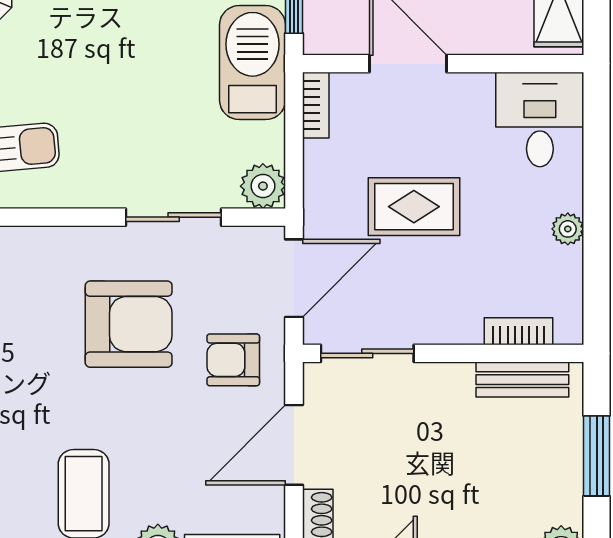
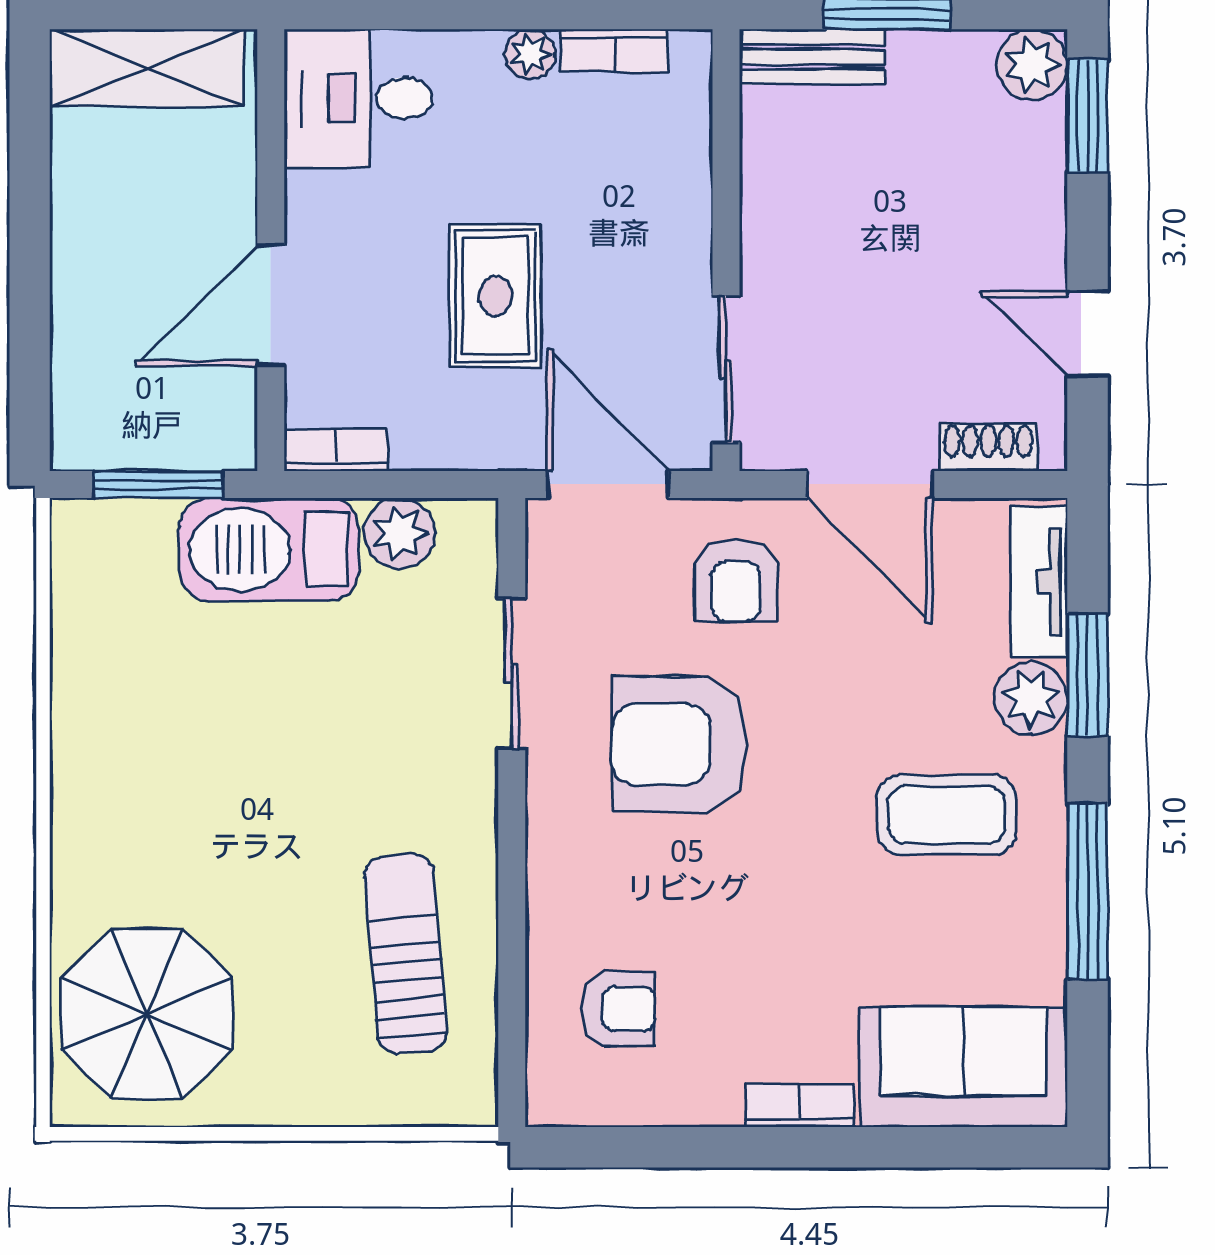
plant: (263, 186) -> (399, 533), moved
armchair: (129, 324) -> (680, 744), turned -90
bookcase: (518, 331) -> (614, 51), moved, turned -90
bench: (522, 380) -> (812, 57), moved, turned 90

